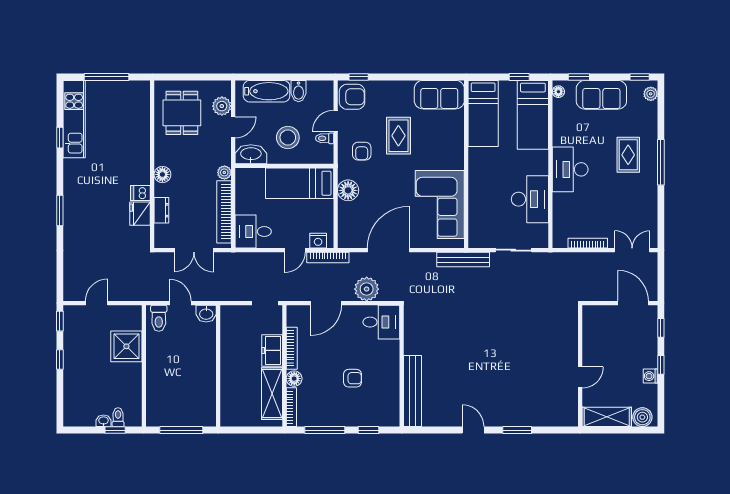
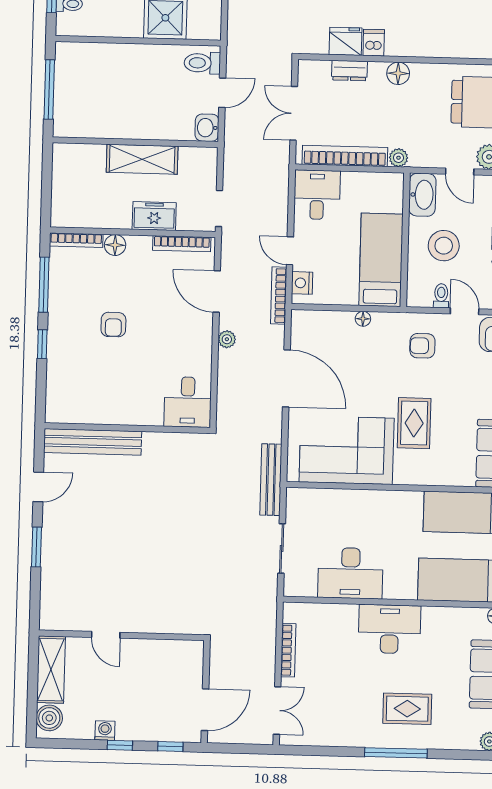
rug: (398, 136) -> (414, 423), moved, turned 90
floor lamp: (348, 190) -> (363, 319), width x0.53, depth x0.53
plant: (367, 289) -> (227, 339), width x0.53, depth x0.53
desk: (381, 322) -> (188, 402), moved
bookcase: (292, 348) -> (182, 244), moved
wall: (402, 366) -> (127, 428), moved
bench: (413, 391) -> (93, 442), moved
shelving: (272, 394) -> (142, 159), moved

